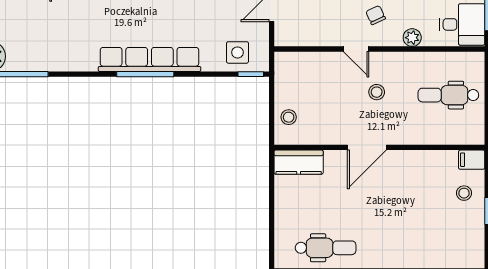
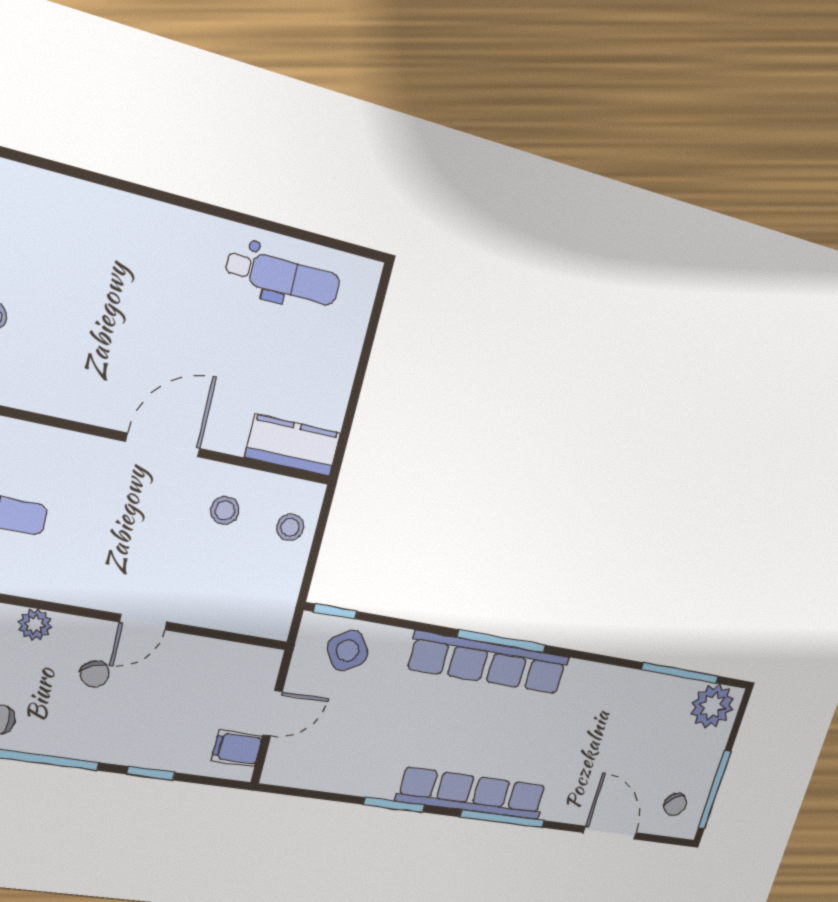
door: (356, 49) -> (143, 622), swing flipped
side table: (237, 52) -> (347, 650), turned -32
stool: (377, 92) -> (225, 510), moved
dental chair: (326, 248) -> (283, 277), turned 180

